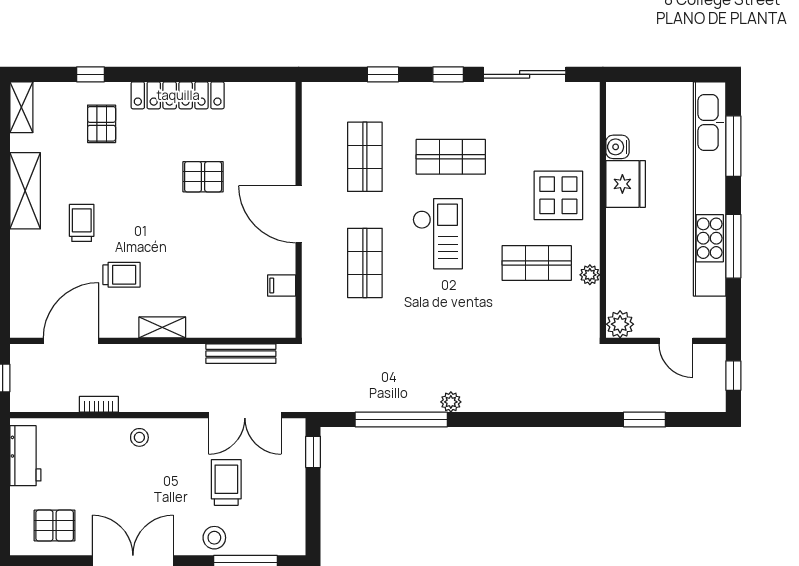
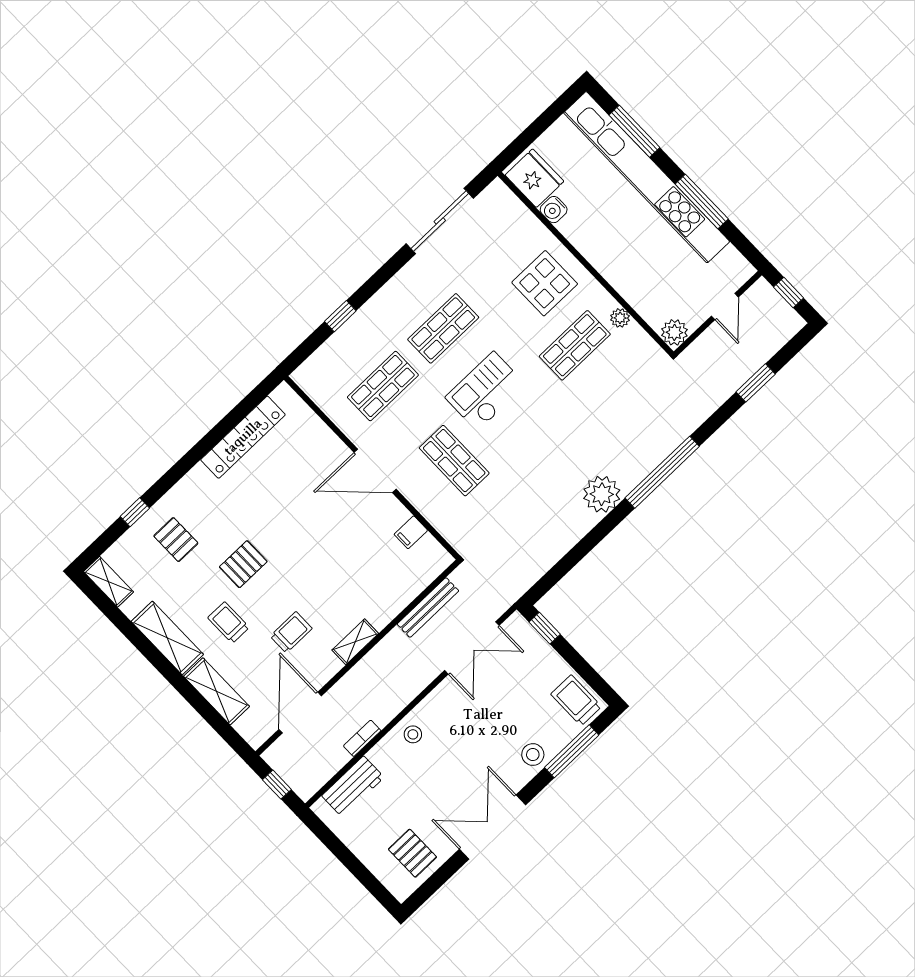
window: (448, 74) -> (386, 272), removed
locker: (178, 95) -> (243, 437), moved
shop shelf: (365, 157) -> (383, 386), turned 90
pallet: (203, 177) -> (243, 564), moved
fridge: (626, 184) -> (534, 178), moved
checkout: (438, 234) -> (486, 391), turned -90
shelving: (24, 266) -> (217, 691), added
door: (676, 341) -> (725, 307), hinge flipped
plant: (451, 402) -> (602, 494), width x1.87, depth x1.87
window: (401, 420) -> (662, 472), moved
workbench: (25, 456) -> (353, 787), moved, turned 90
trolley: (226, 482) -> (576, 700), moved
pallet: (55, 526) -> (412, 853), turned 90

